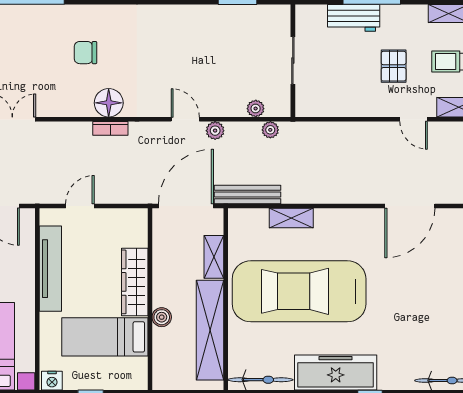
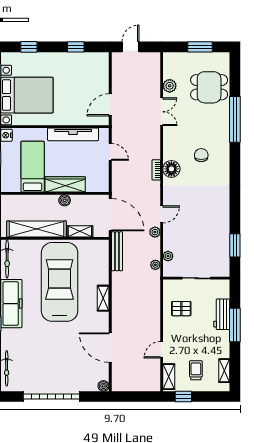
pallet: (394, 66) -> (181, 309), moved
shelving: (291, 218) -> (103, 298), moved
boiler: (162, 317) -> (65, 200), moved

